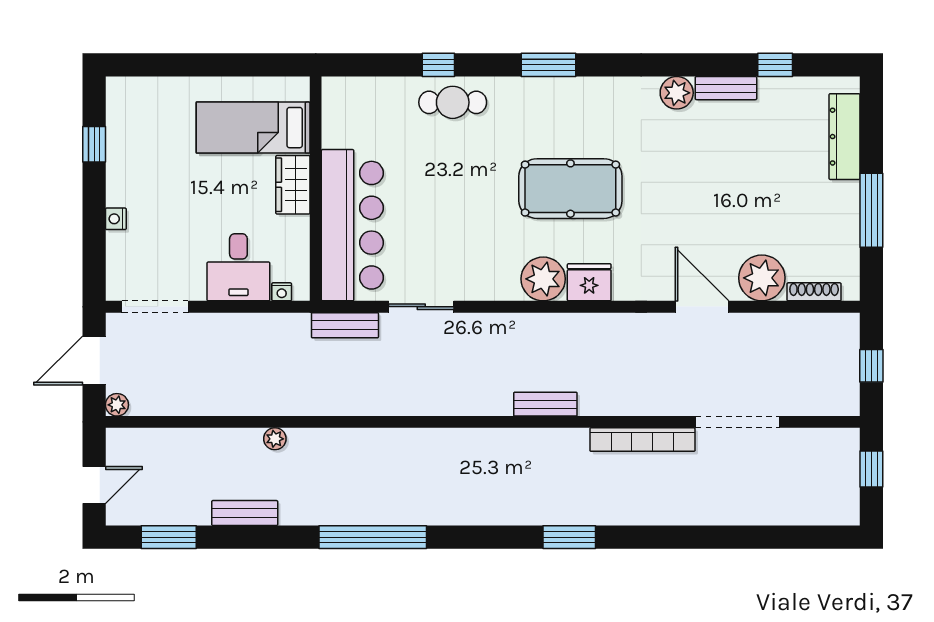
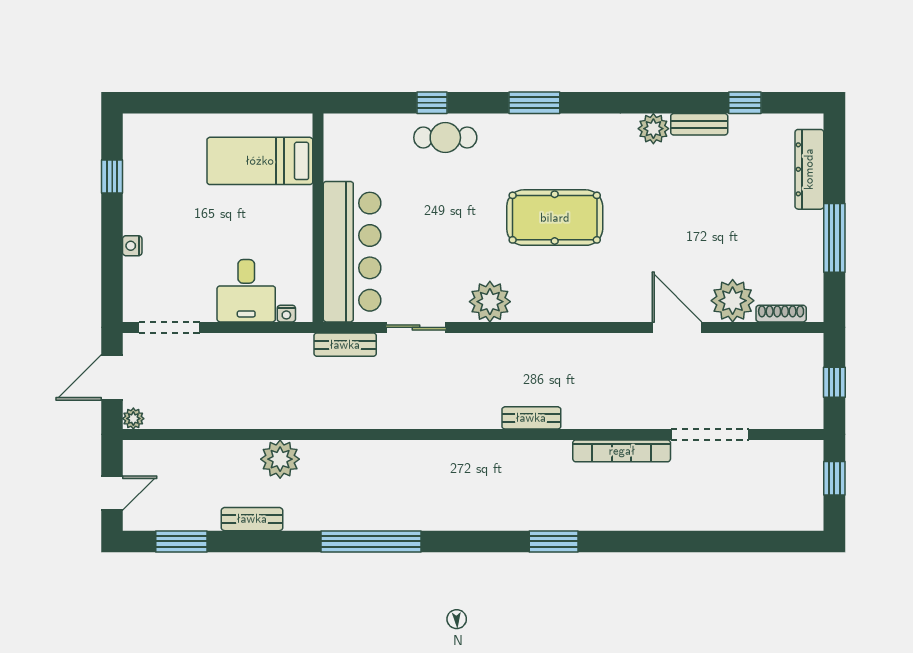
wardrobe: (293, 185) -> (297, 214), removed
plant: (543, 279) -> (490, 302), moved
fridge: (589, 282) -> (572, 305), removed
plant: (275, 439) -> (280, 459), width x1.88, depth x1.88

